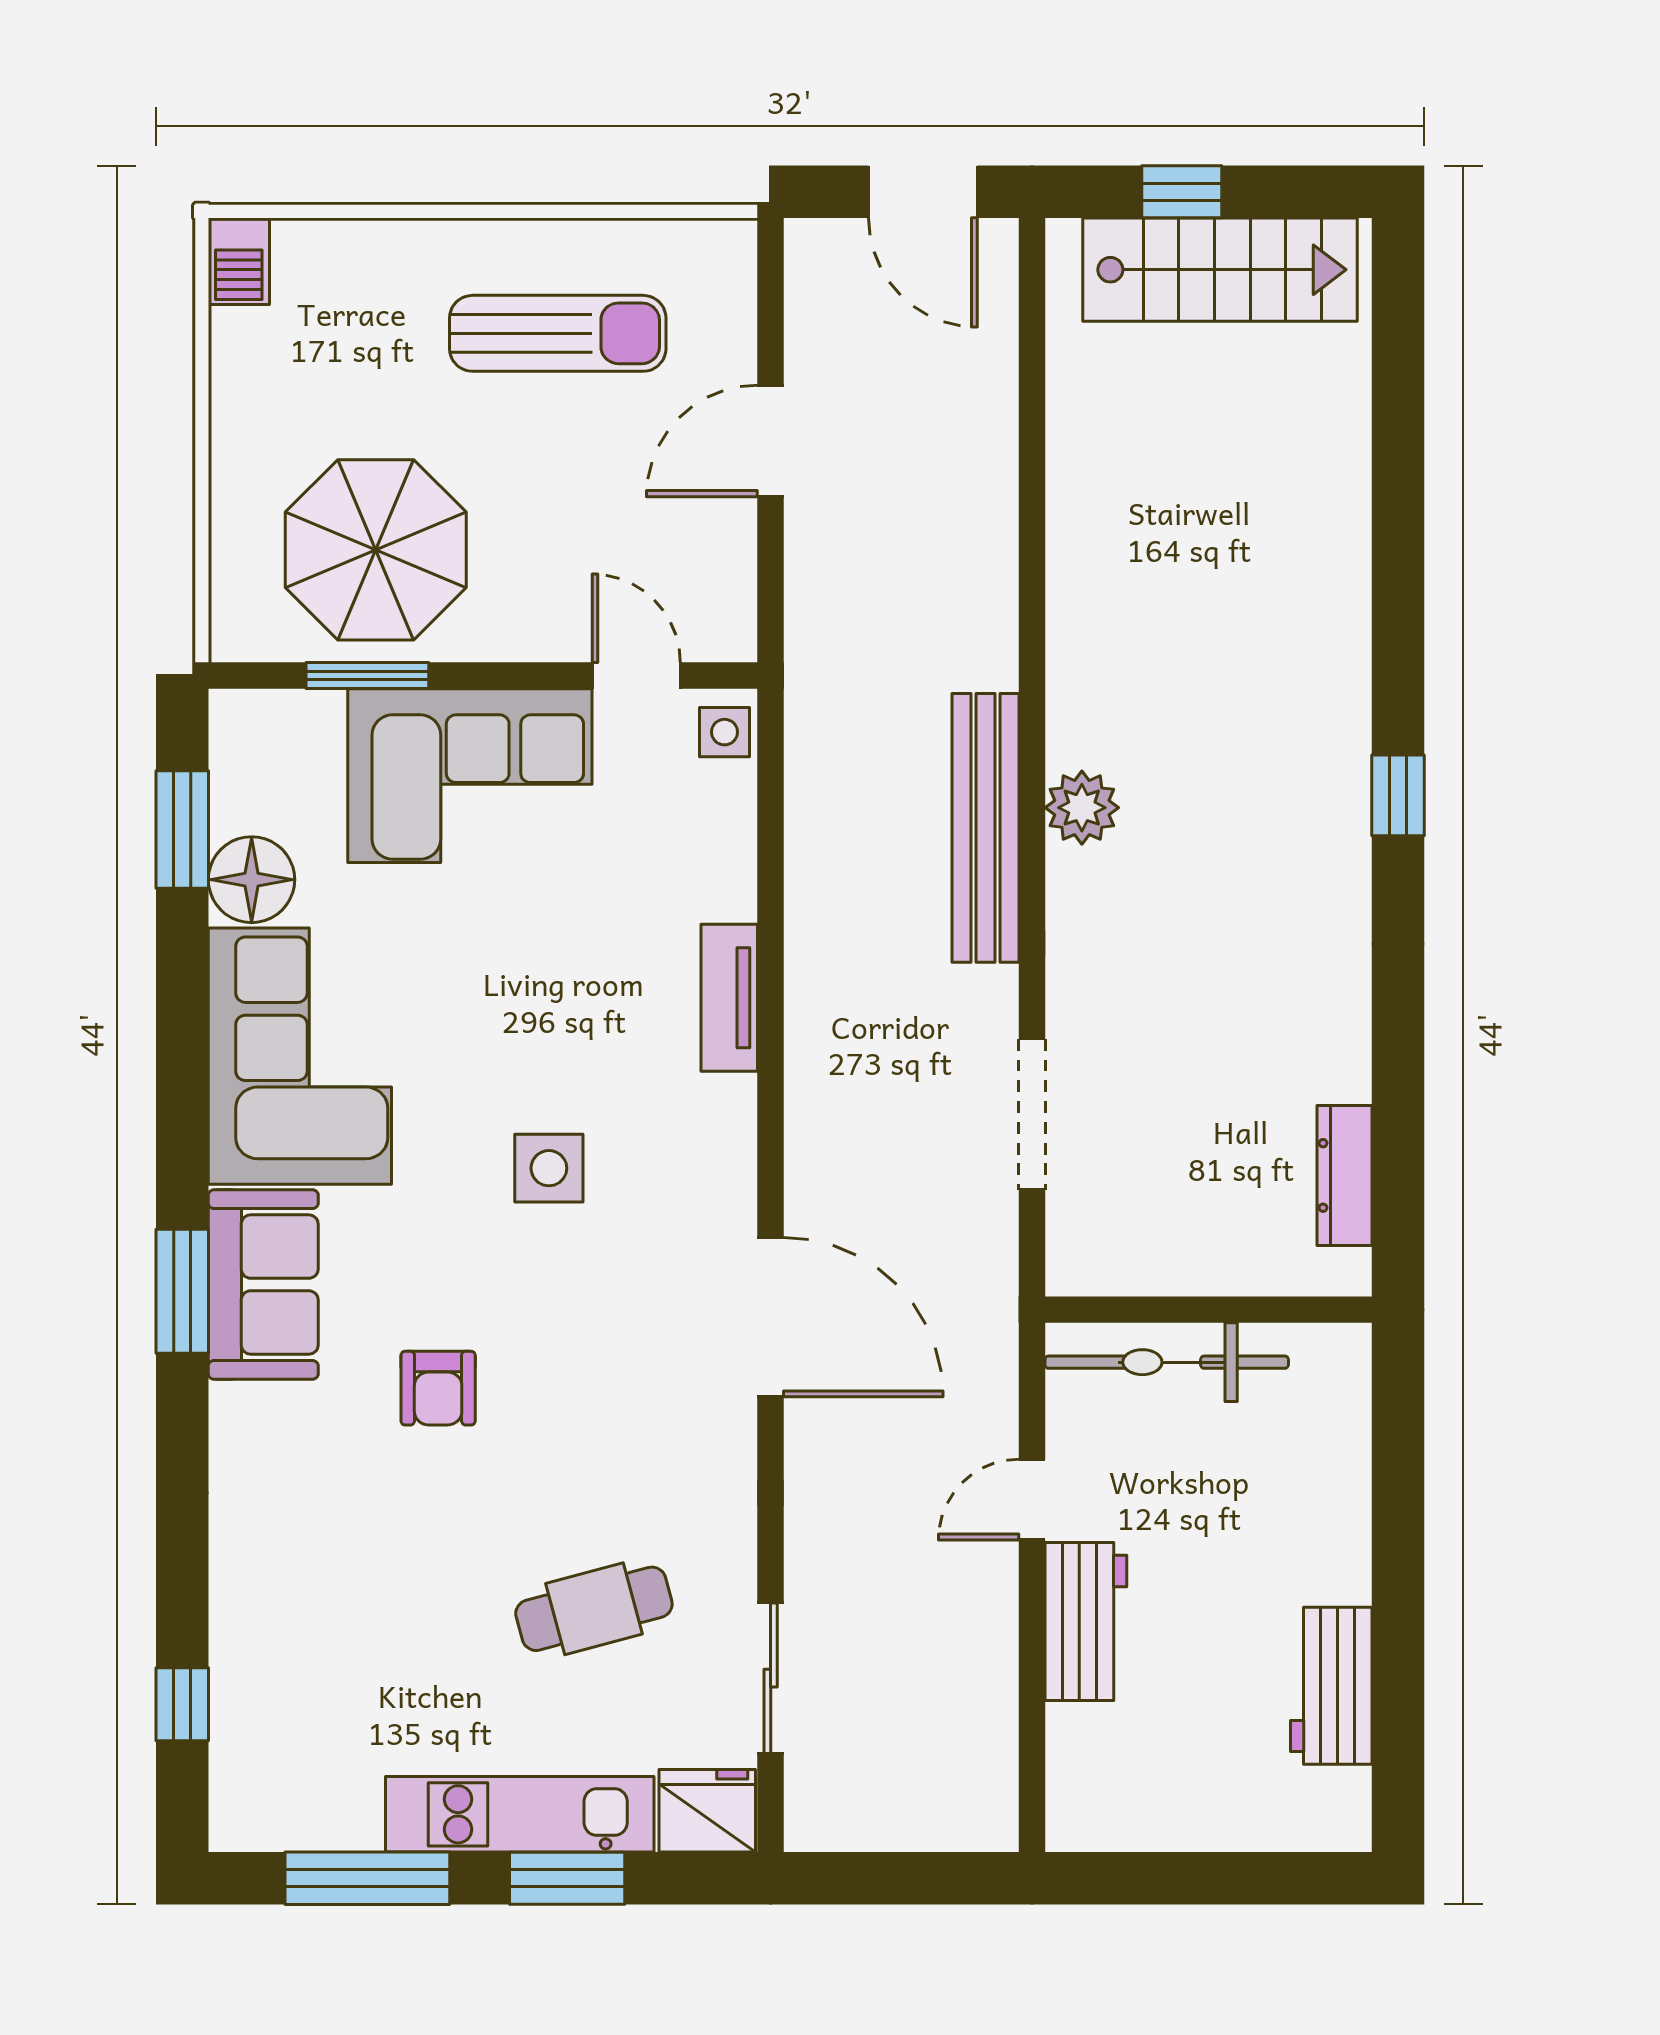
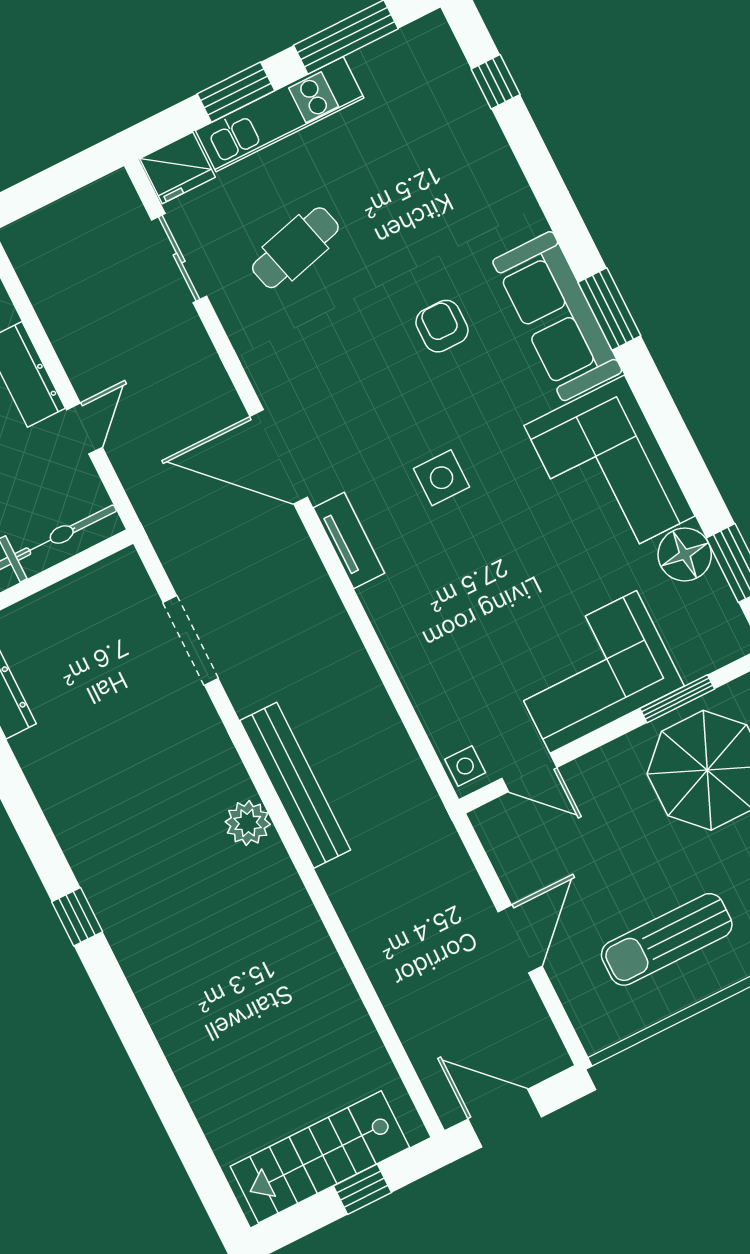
tv unit: (729, 998) -> (349, 540), moved
sofa: (263, 1285) -> (557, 316), width x1.36

